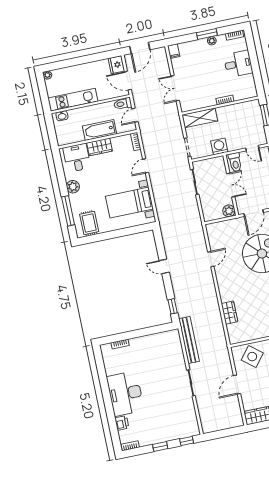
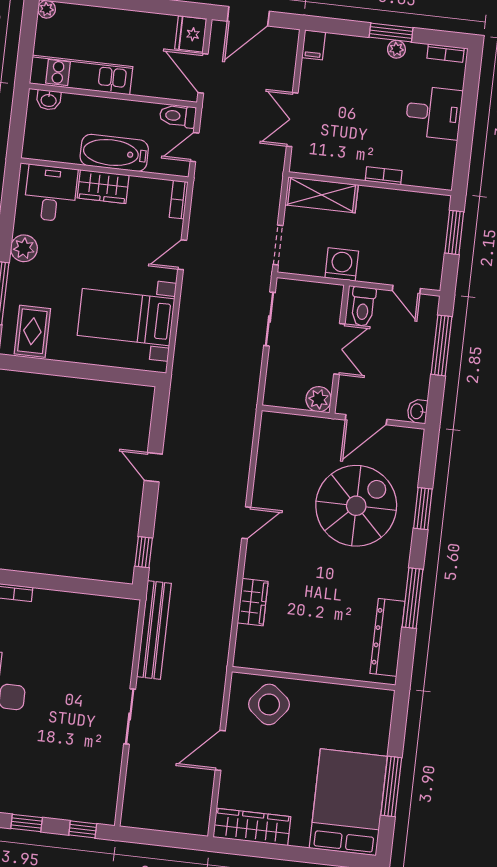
door: (211, 259) -> (246, 523), moved

